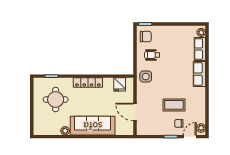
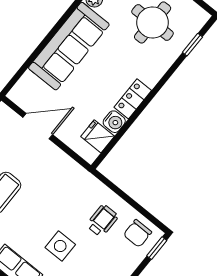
side table: (146, 77) -> (60, 246), moved
locker: (88, 83) -> (133, 99), width x0.66
water cooler: (108, 83) -> (114, 122), added

